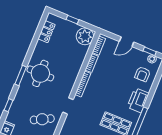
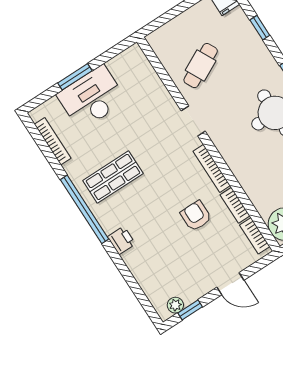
door: (127, 42) -> (230, 284), swing flipped
armchair: (143, 74) -> (196, 216), moved
printer: (138, 100) -> (121, 240), width x0.53, depth x0.68

